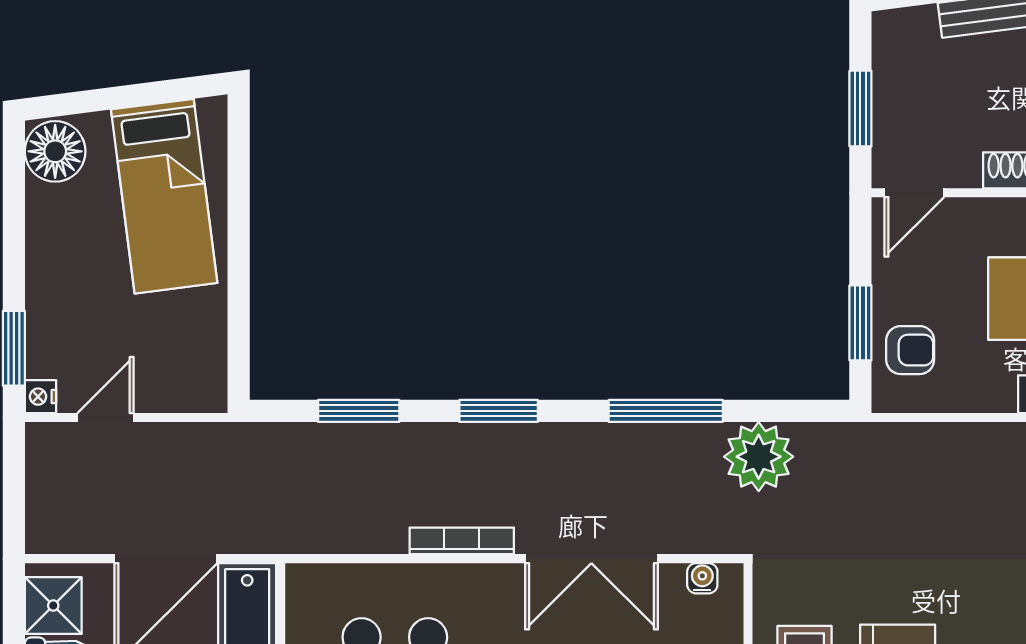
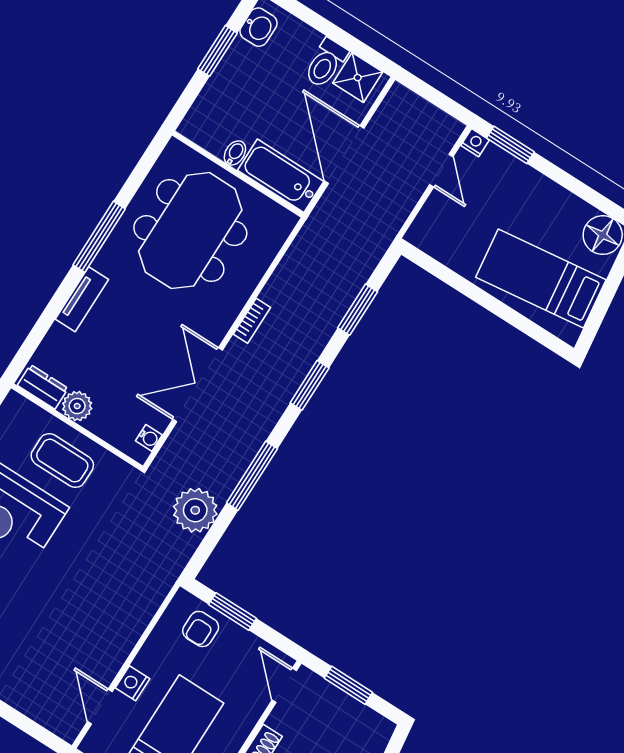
bookcase: (462, 541) -> (252, 321), width x0.64

